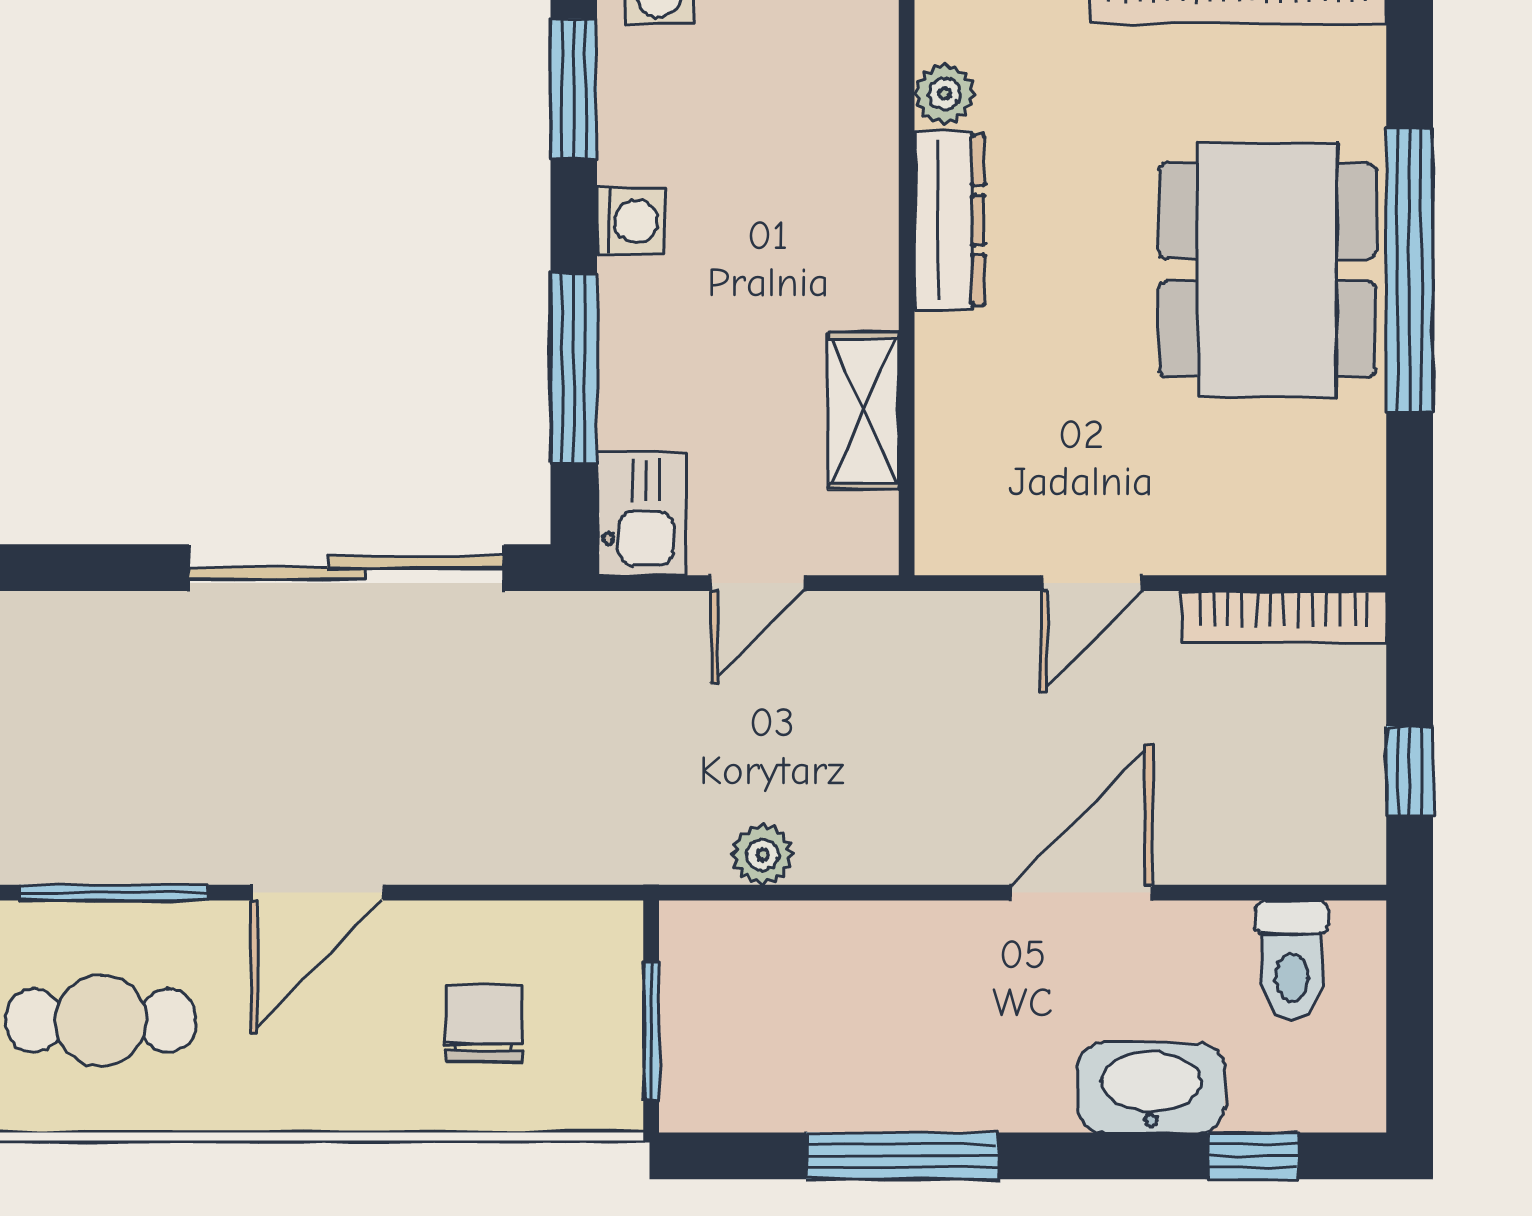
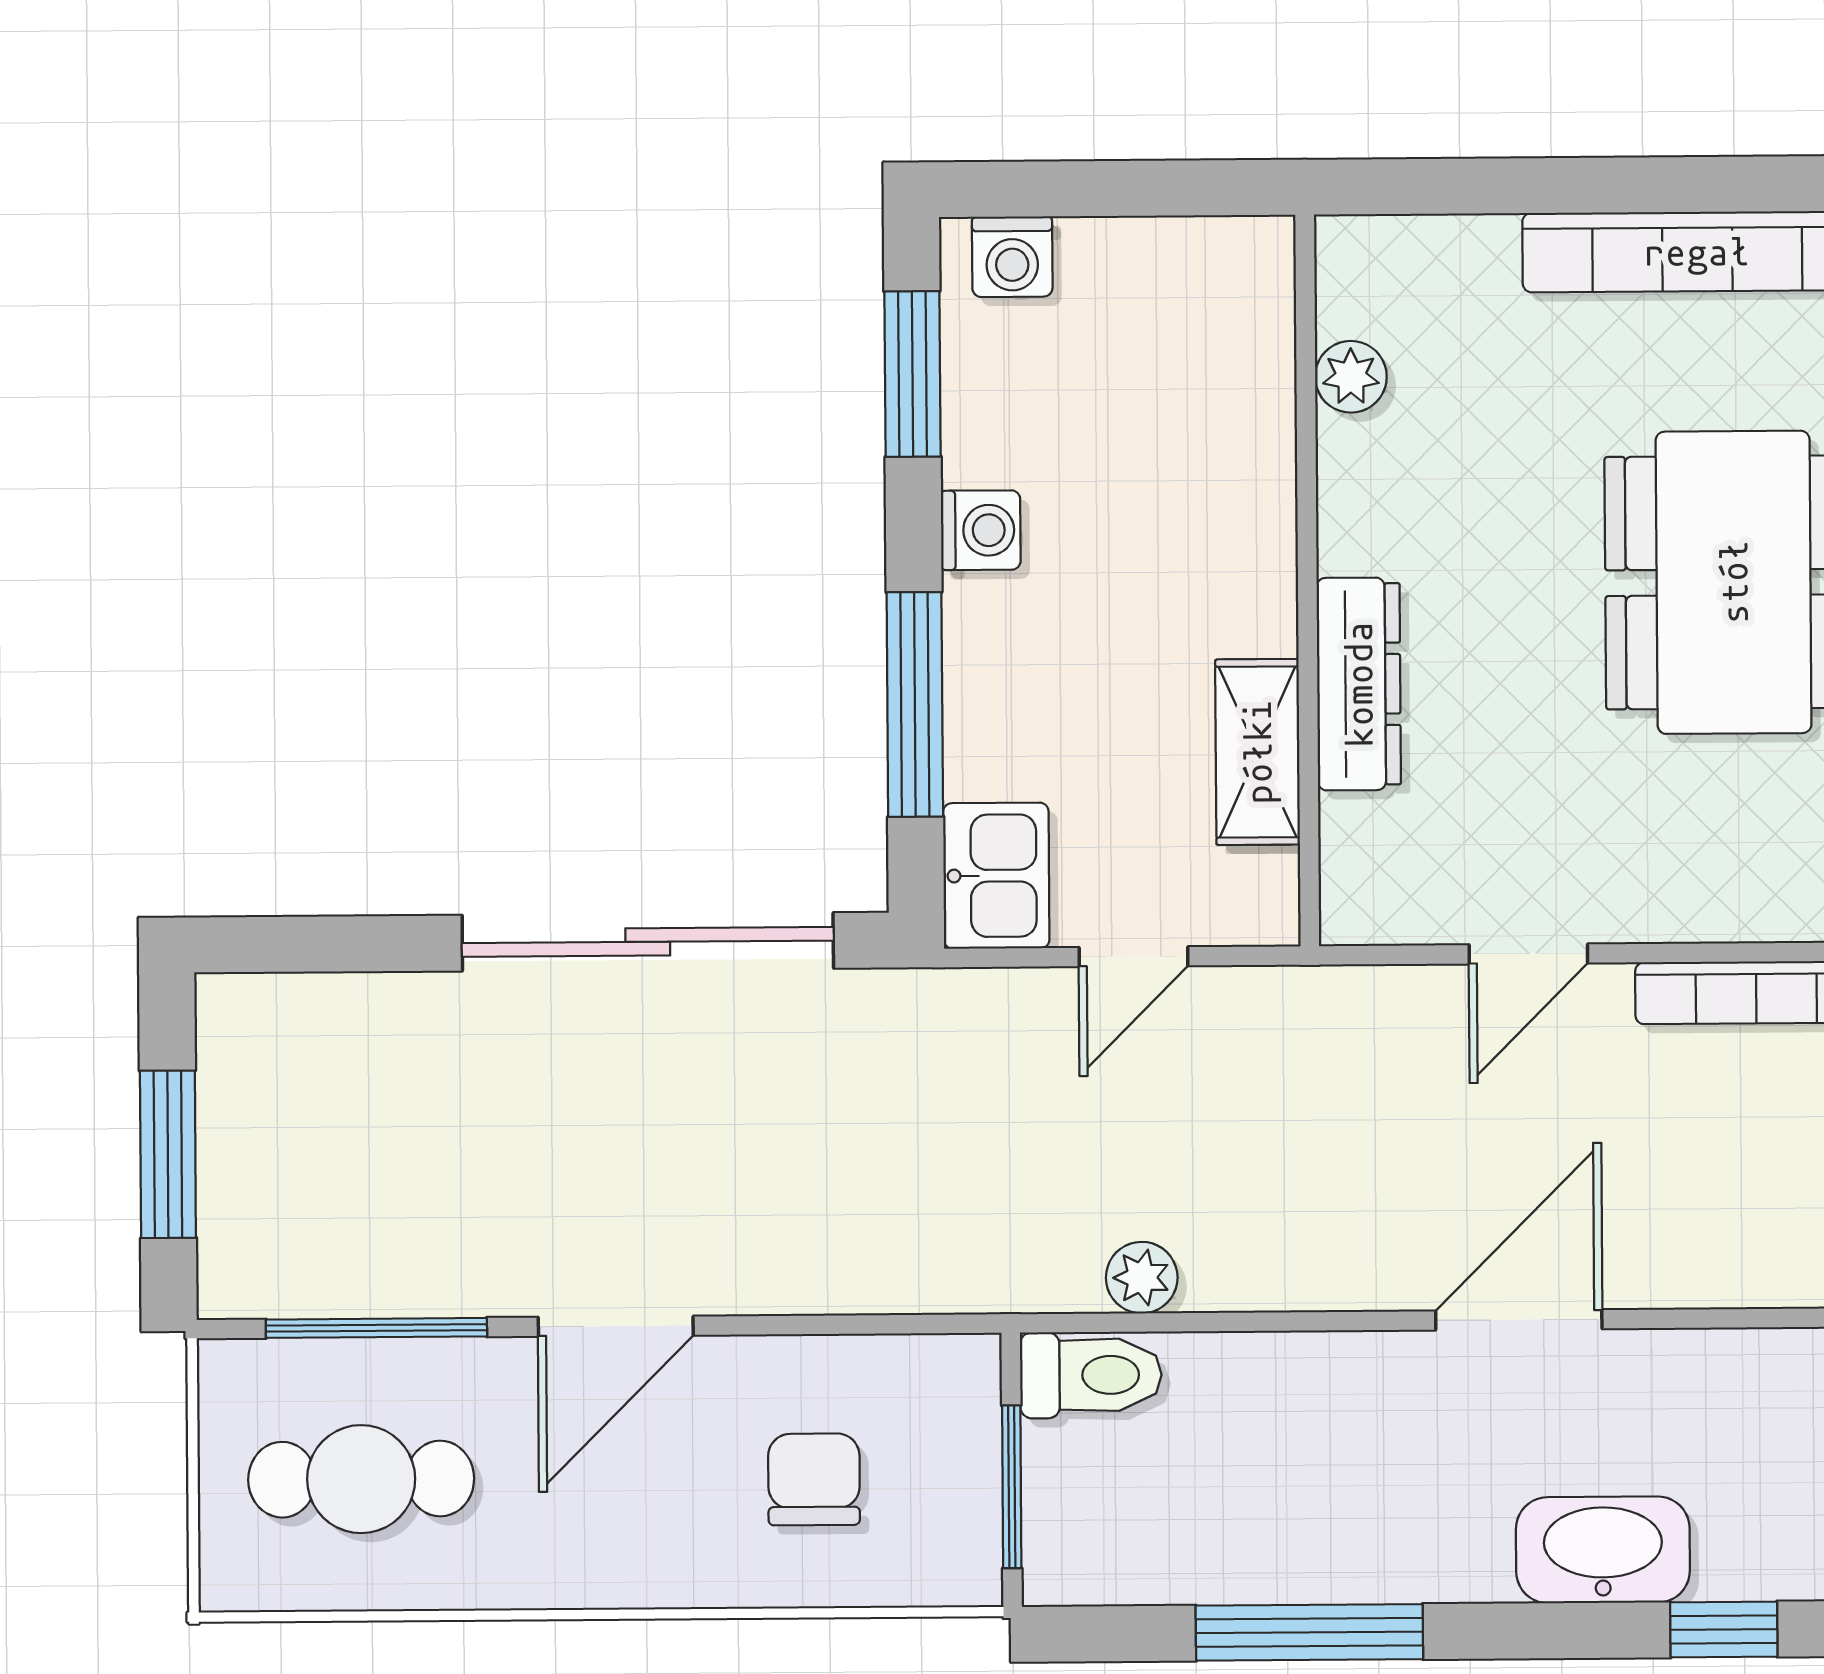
dresser: (950, 220) -> (1359, 684), moved
toilet: (1292, 960) -> (1091, 1375), moved, turned -90

